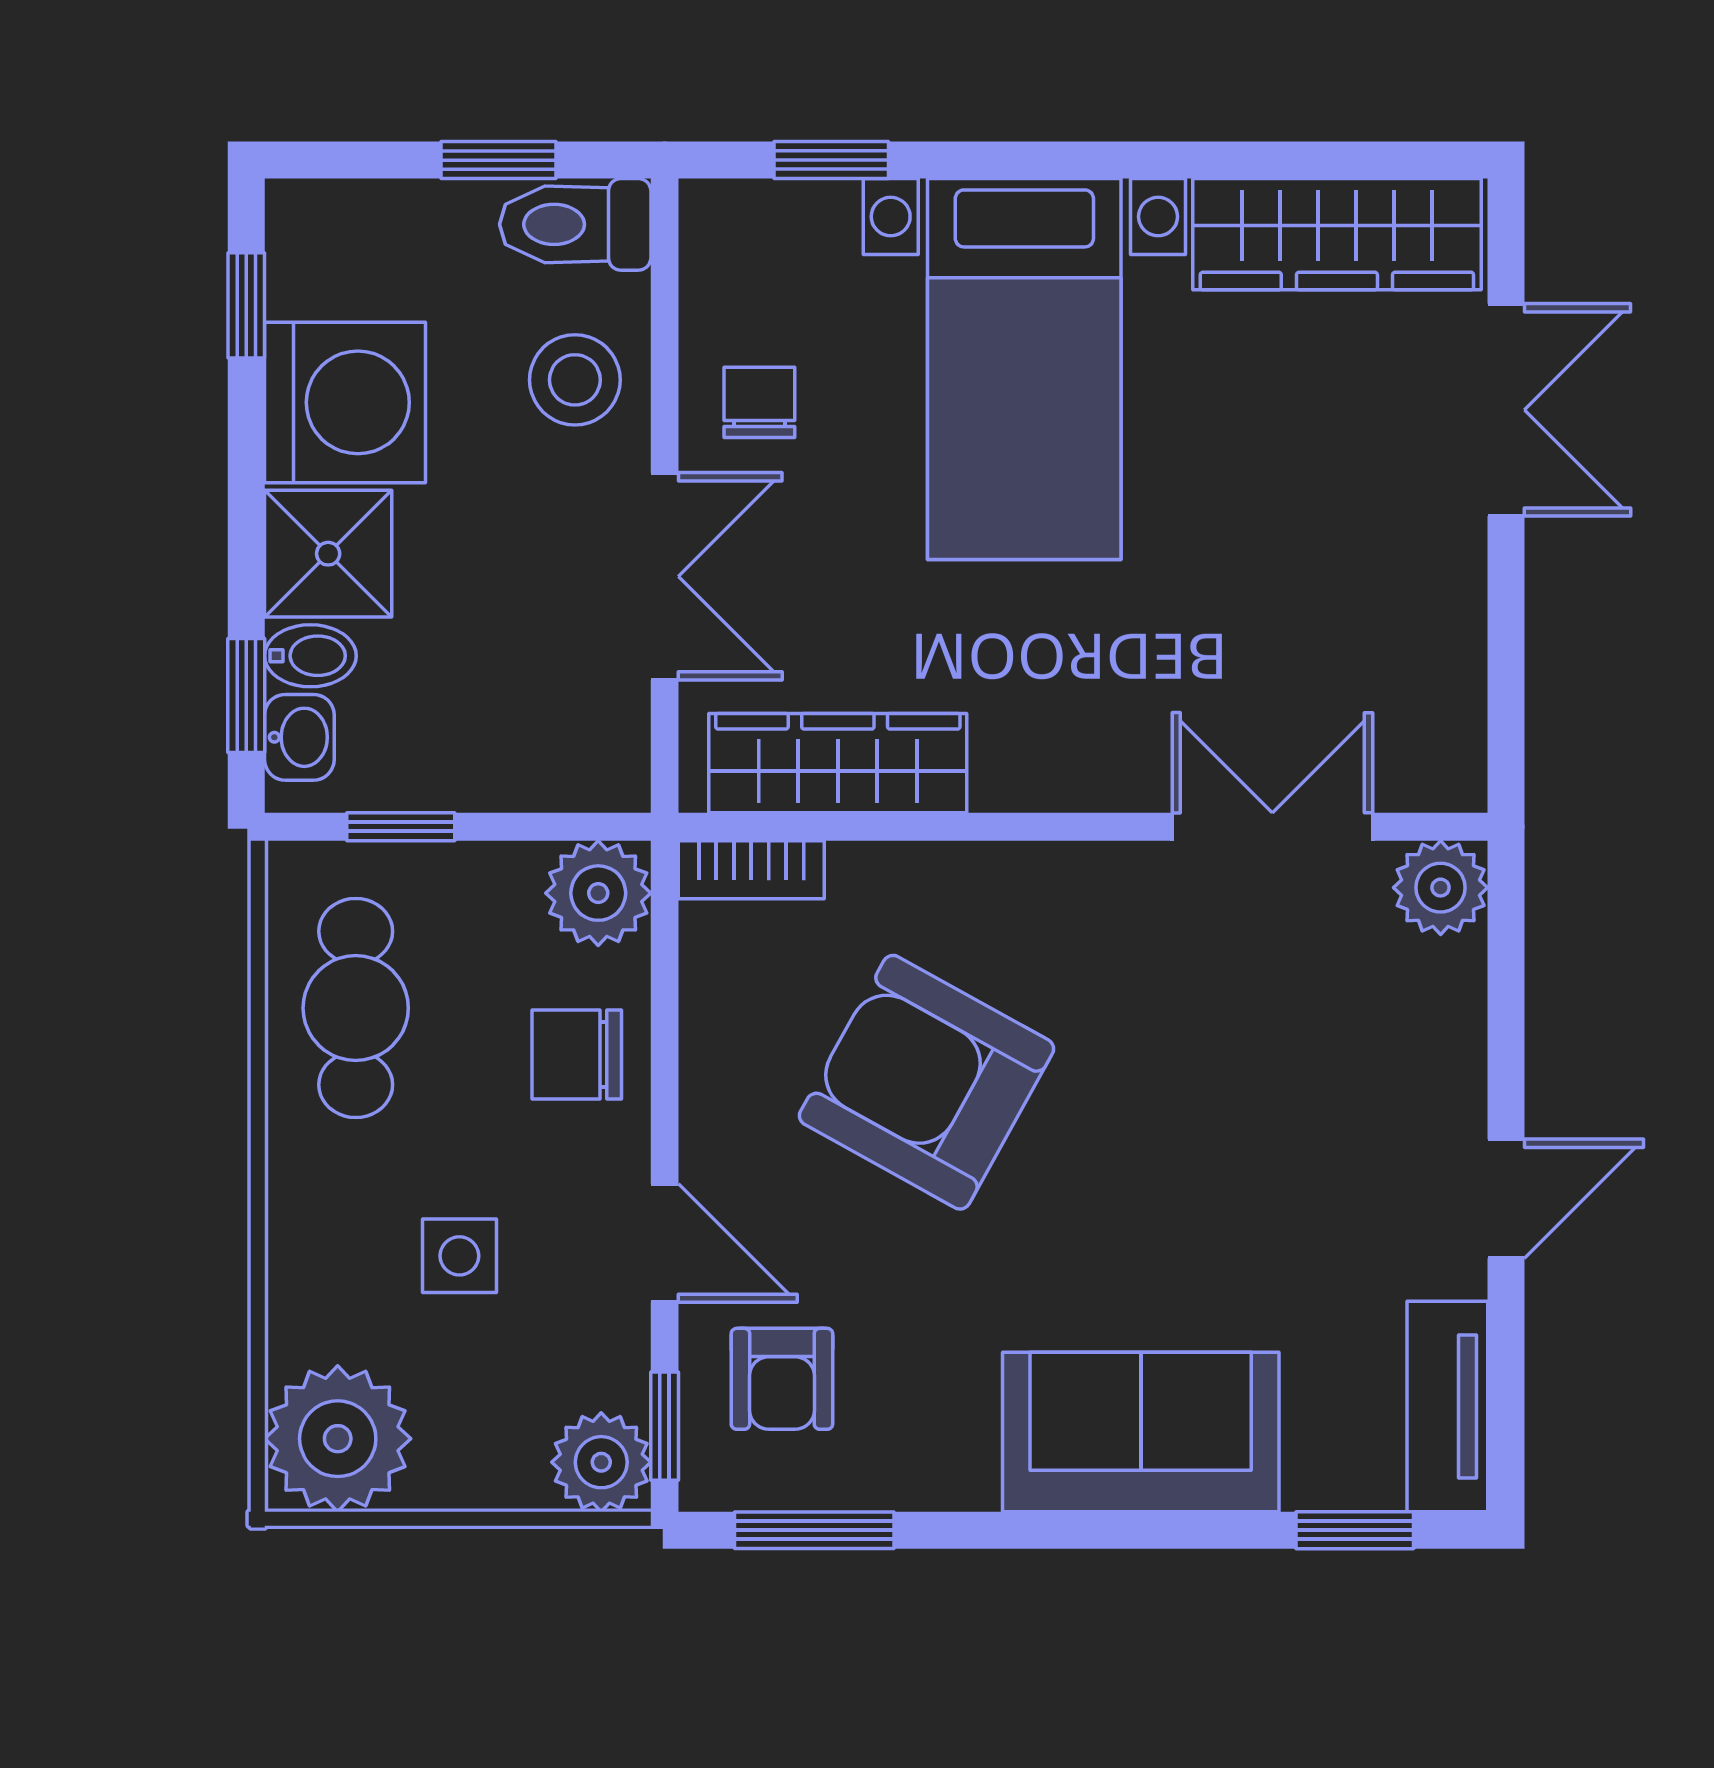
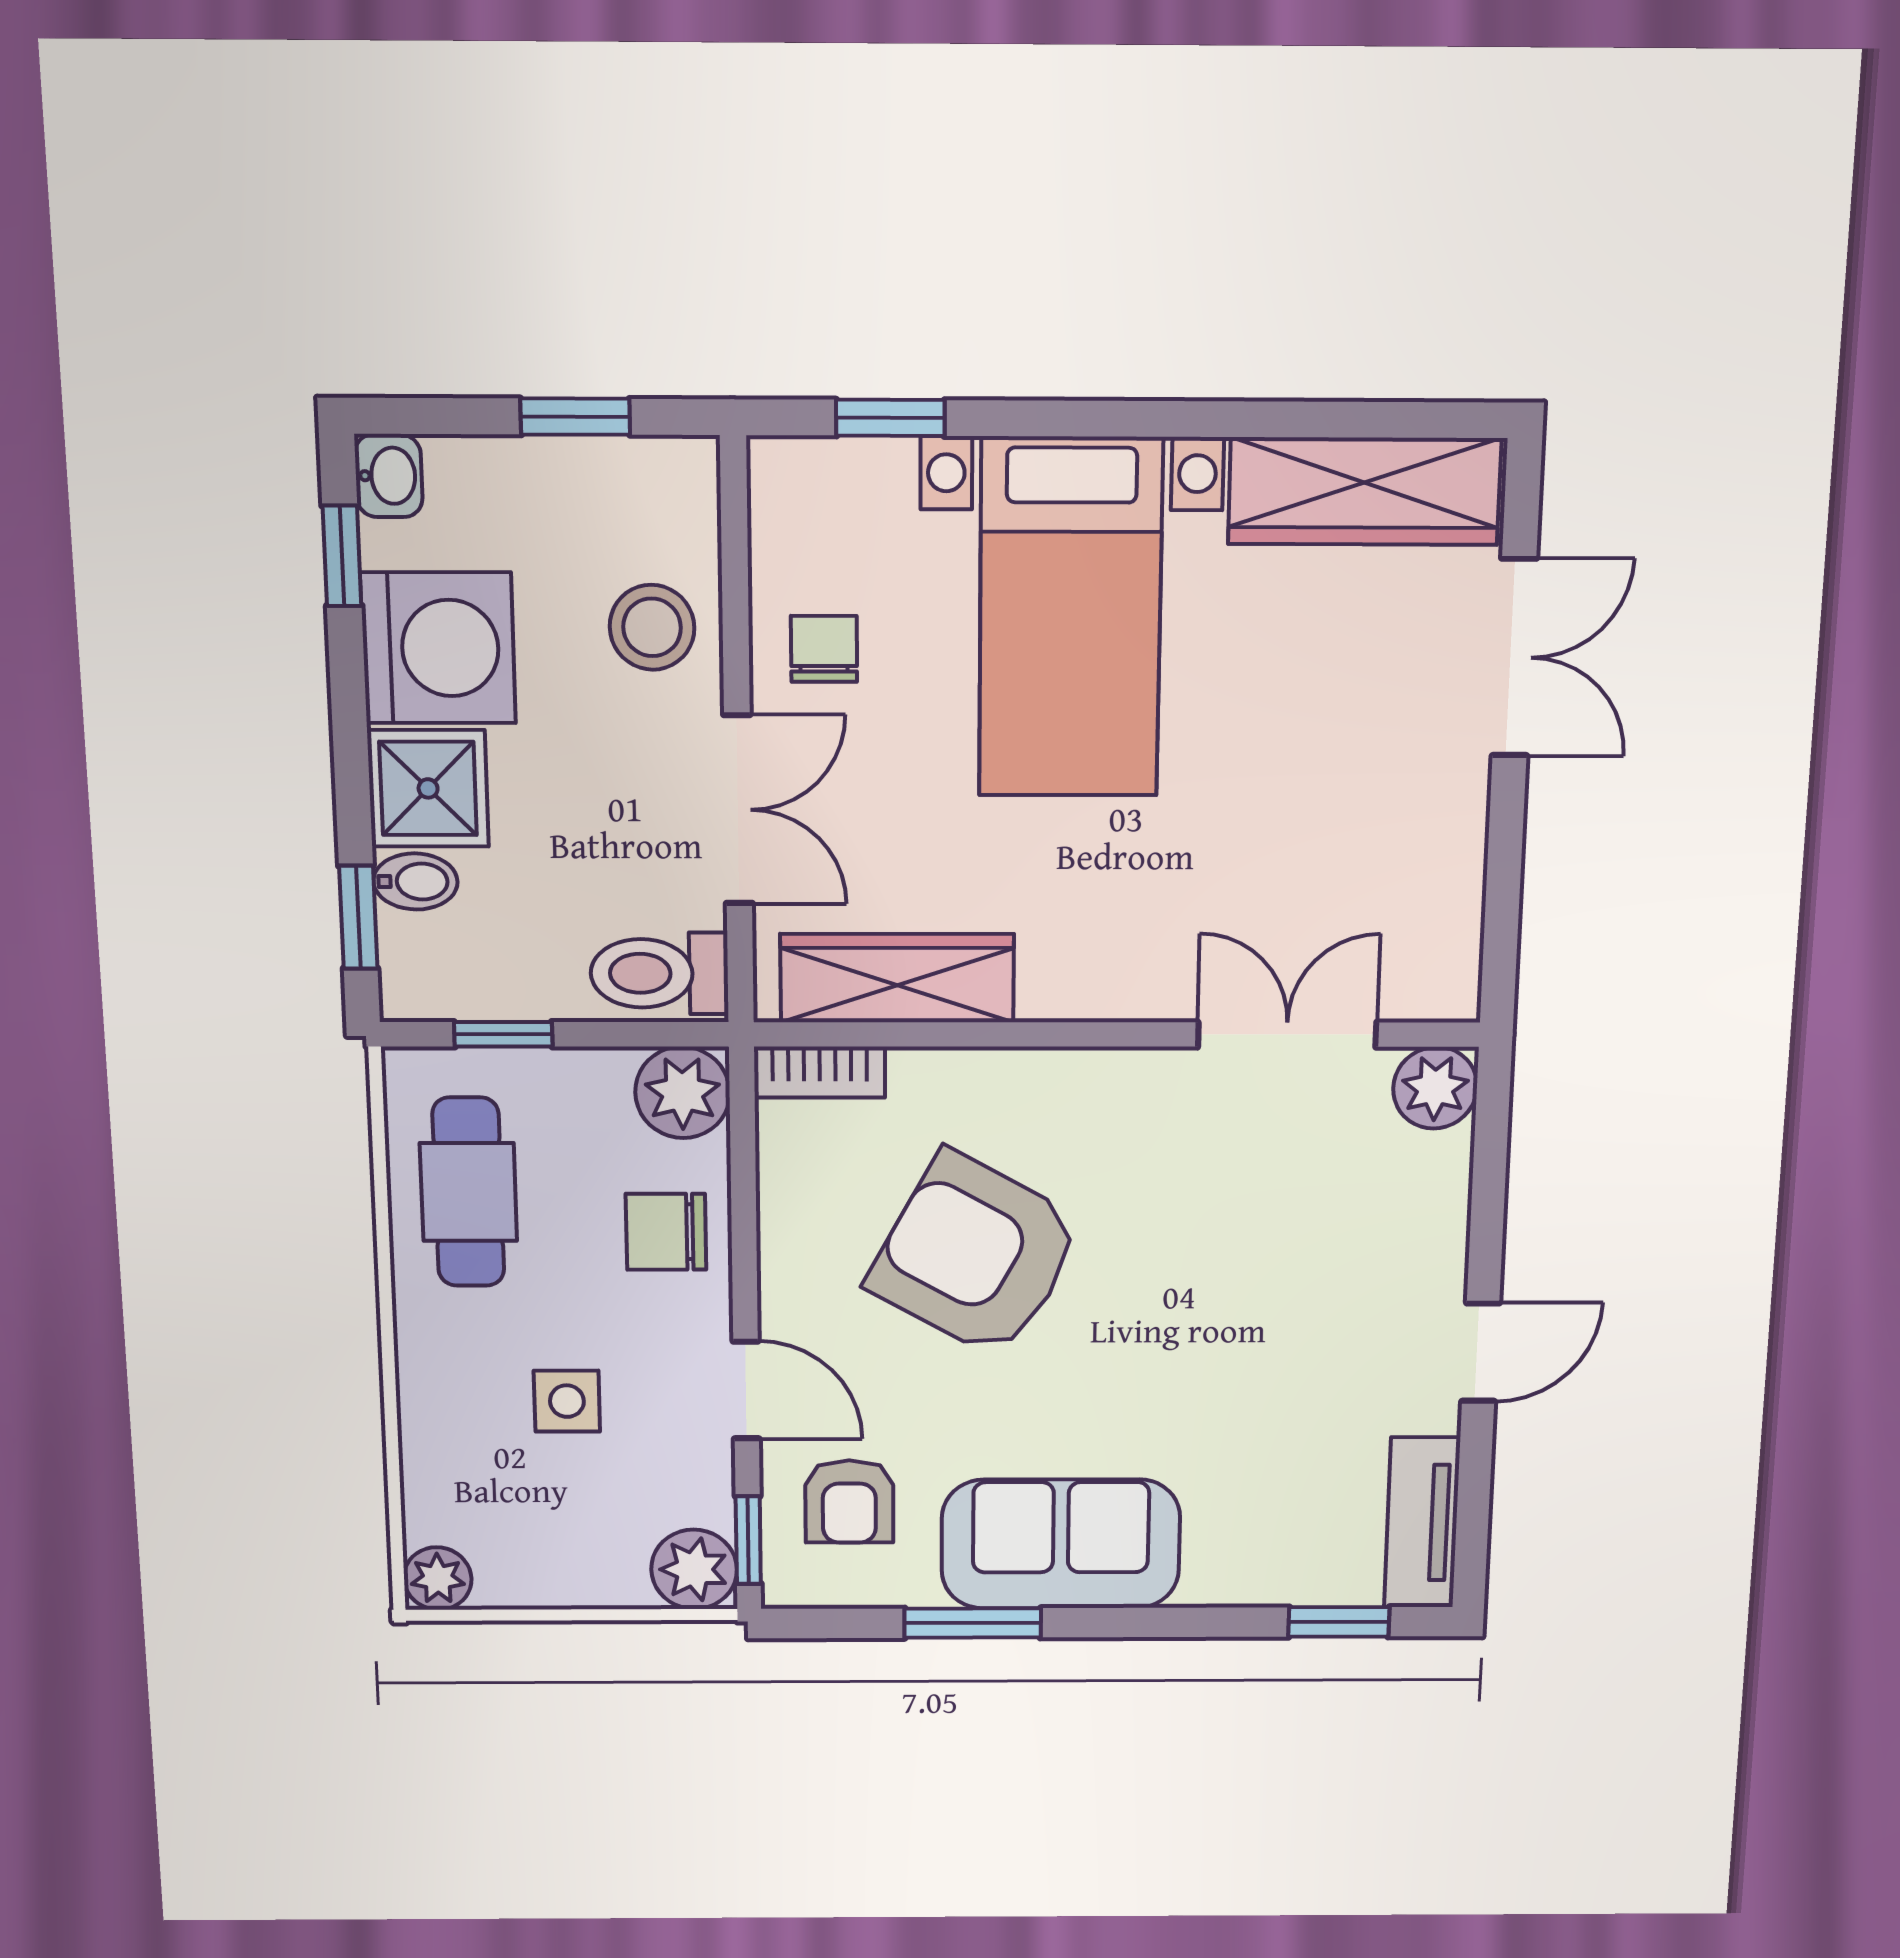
toilet: (575, 224) -> (659, 973), moved
washbasin: (299, 737) -> (389, 476), moved
sofa: (1141, 1432) -> (1061, 1544), moved
plant: (338, 1439) -> (438, 1579), width x0.53, depth x0.53
window: (814, 1530) -> (973, 1623), moved

